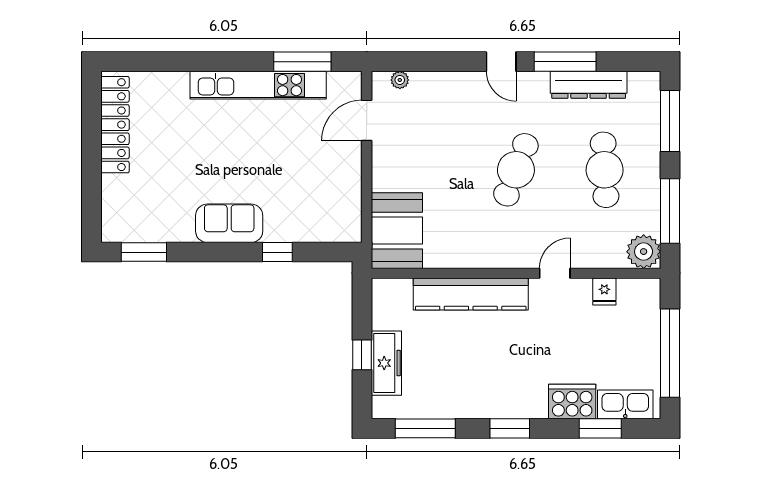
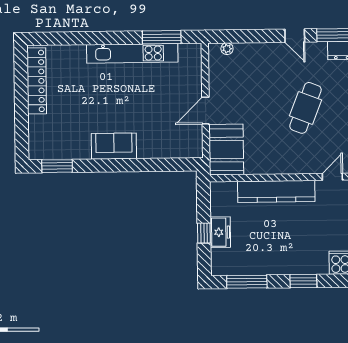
door: (367, 120) -> (206, 111), moved
window: (277, 252) -> (146, 165), removed
freezer: (386, 363) -> (220, 232), width x0.71

